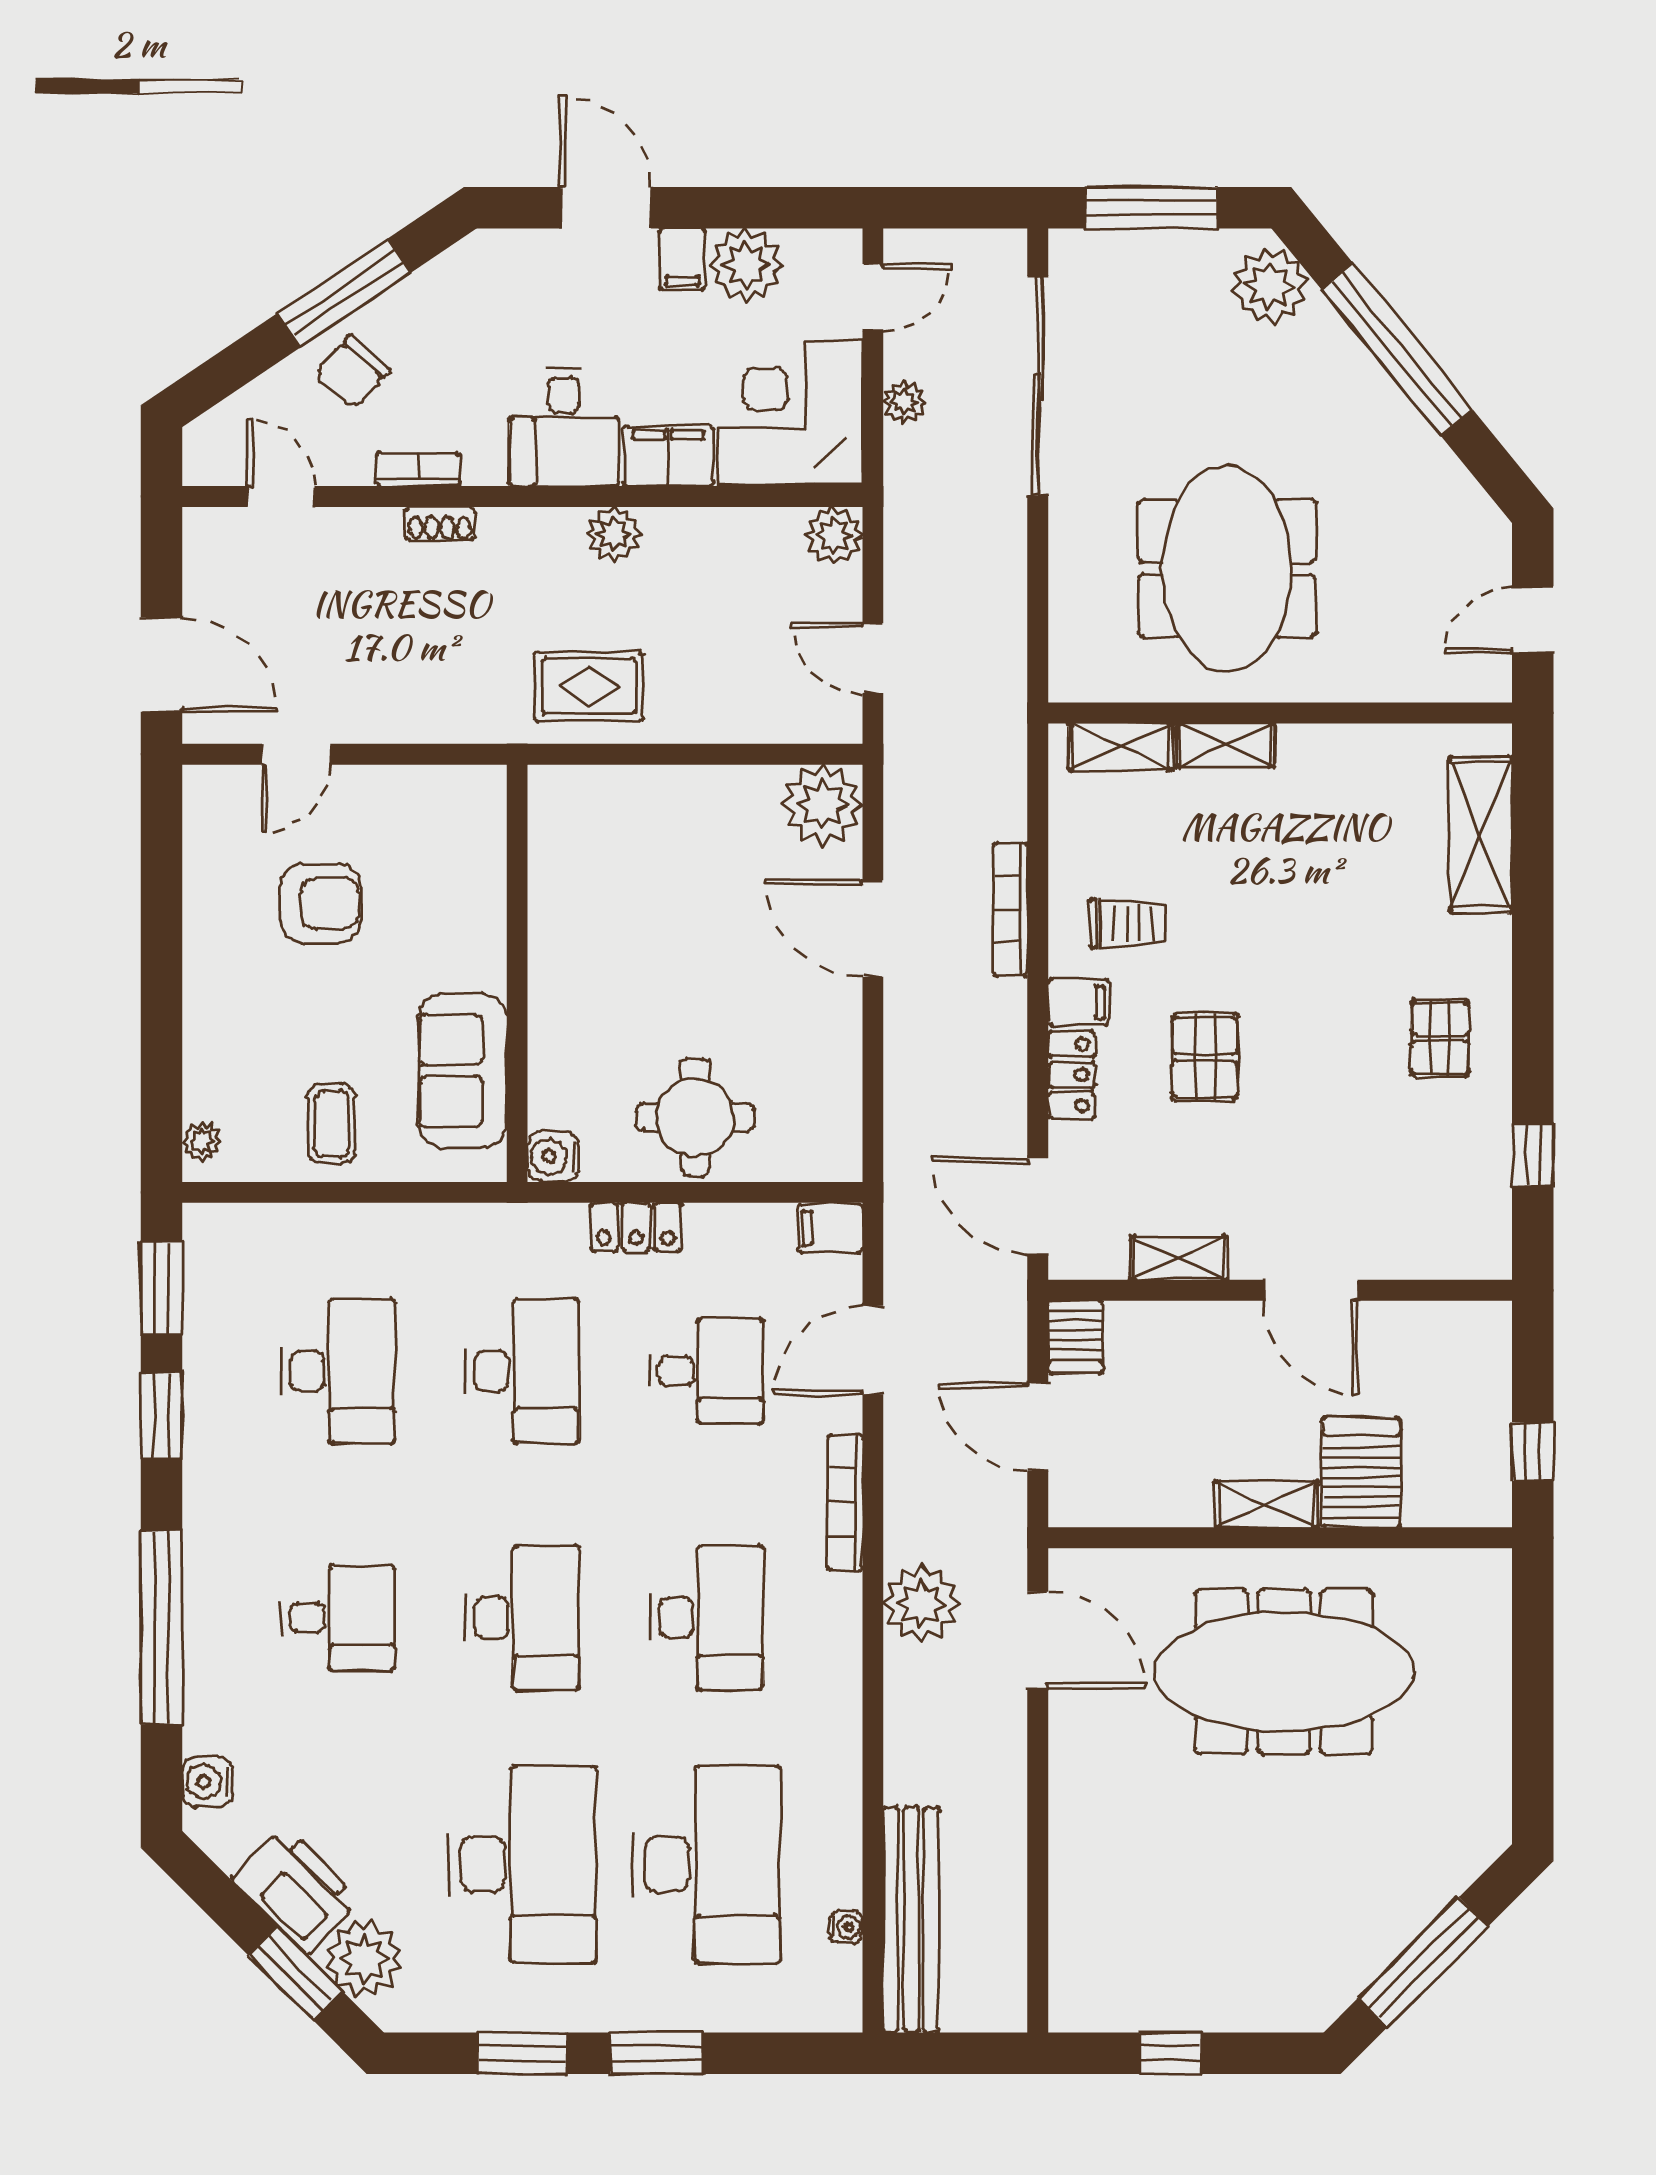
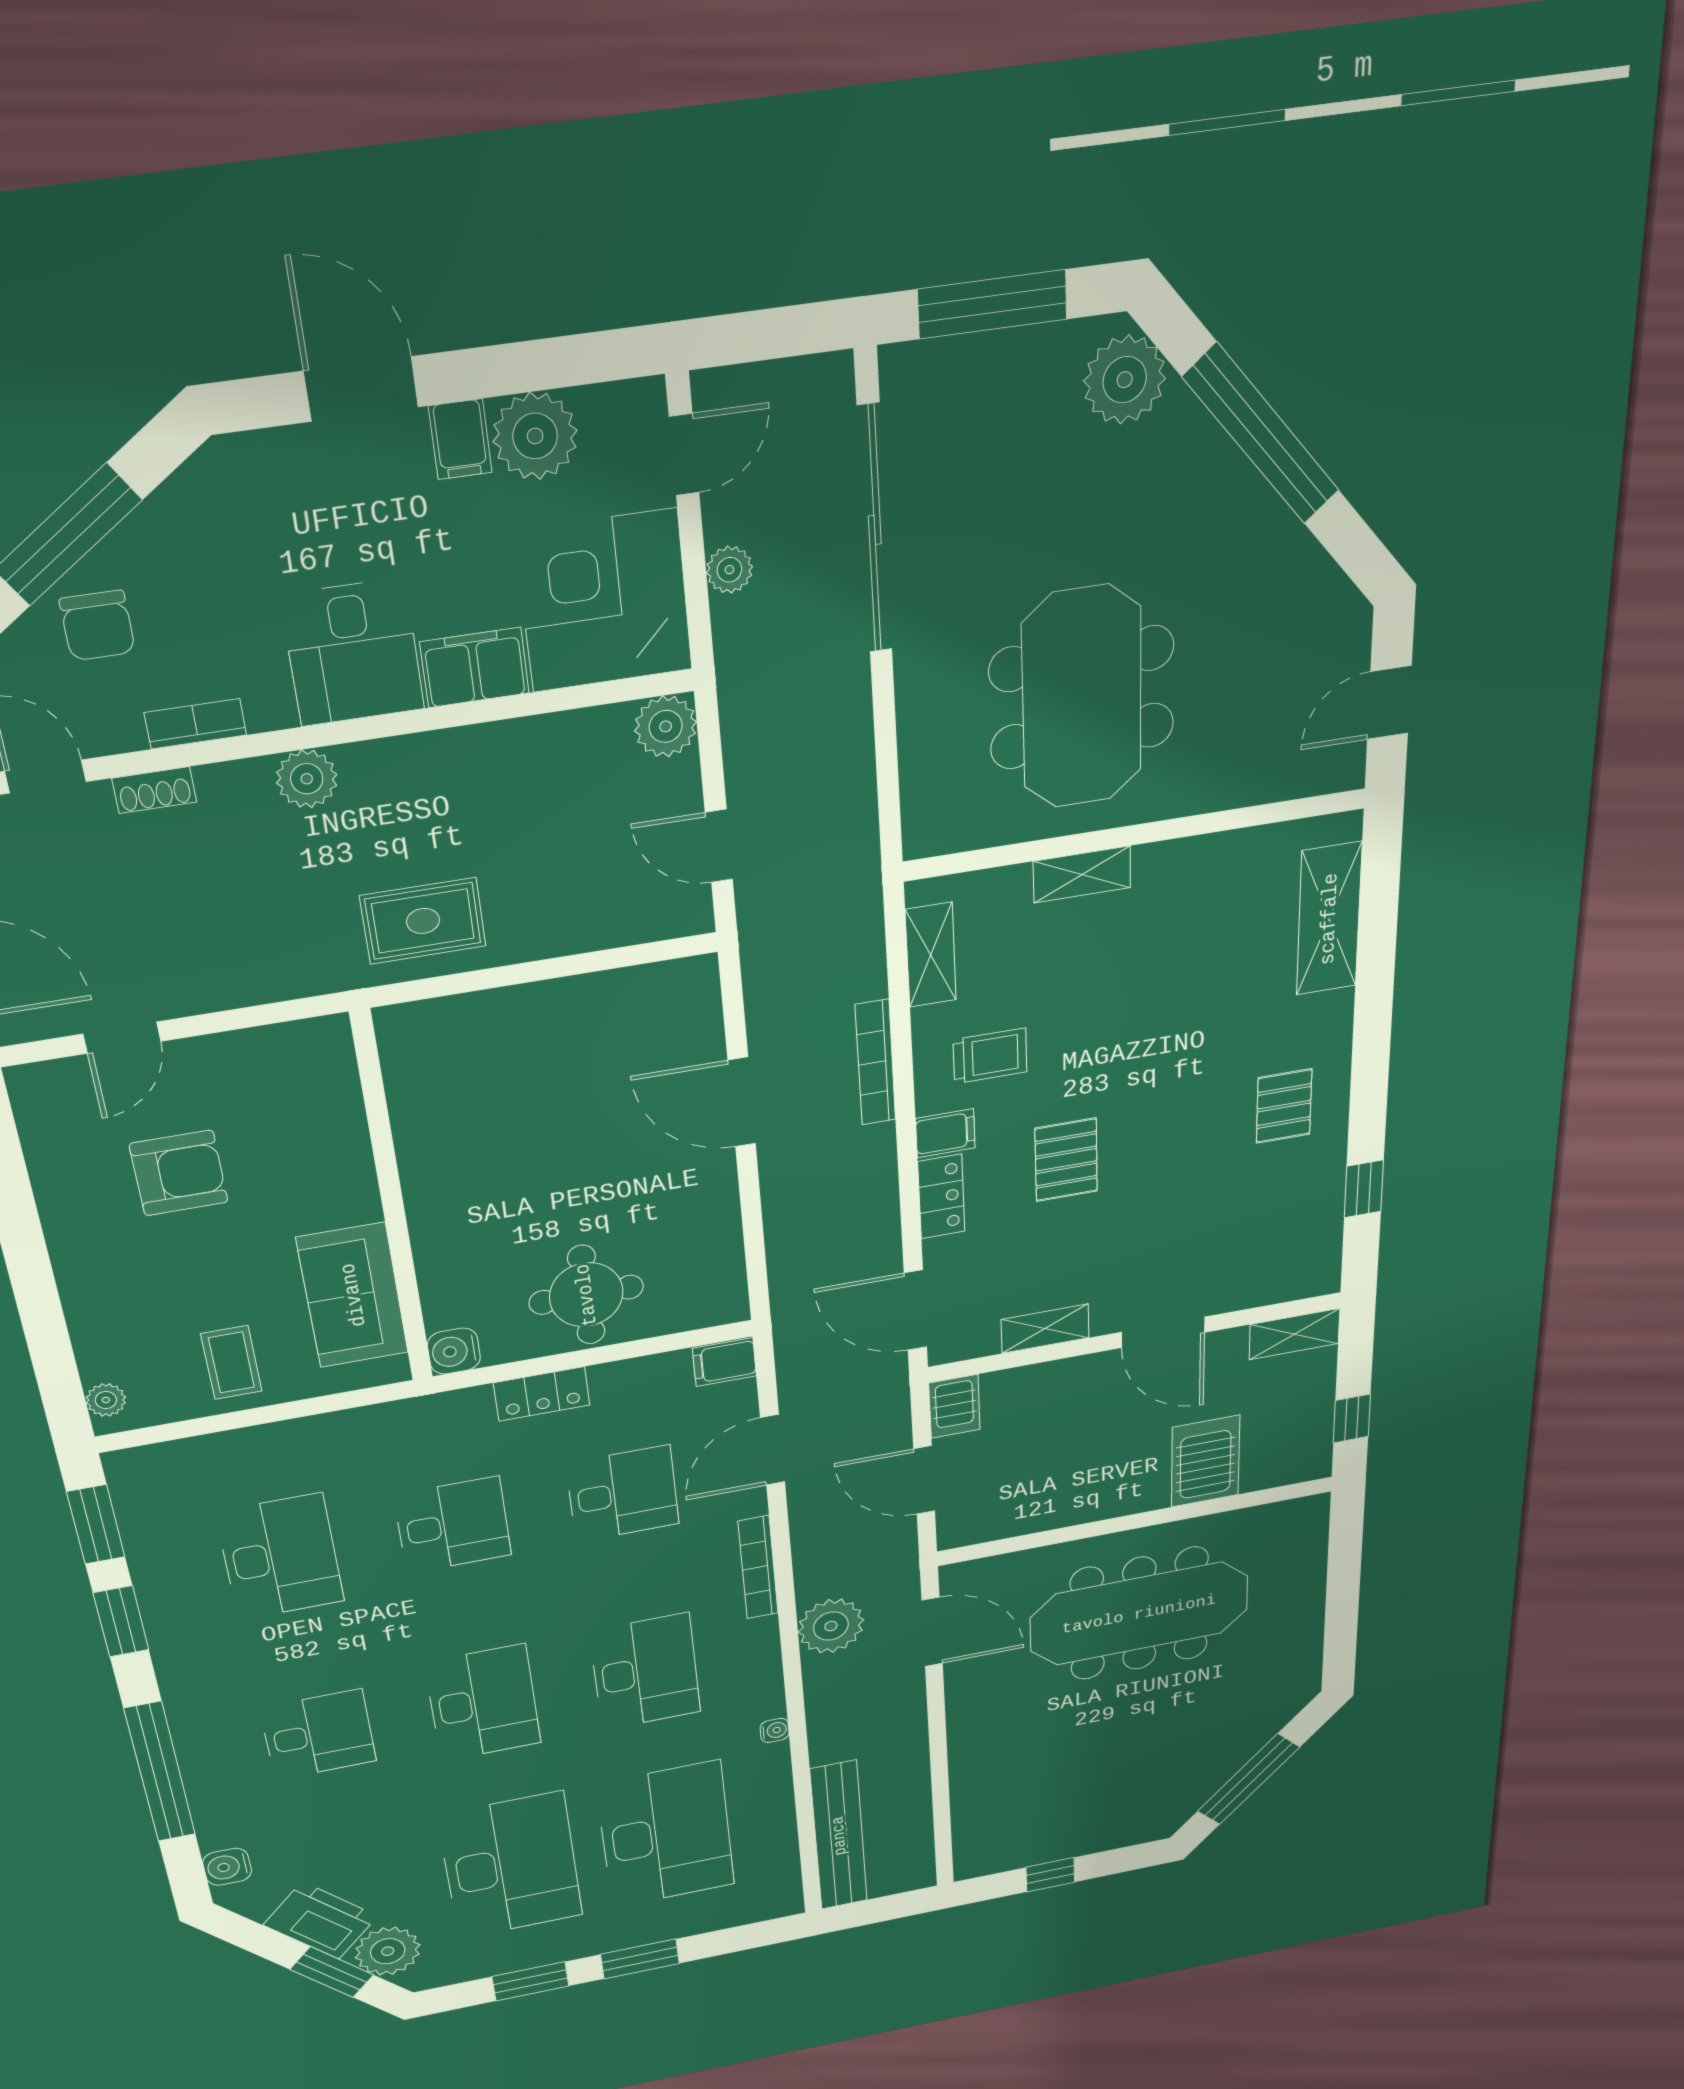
chair: (352, 372) -> (97, 626), turned -42
shoe rack: (440, 523) -> (154, 790), moved
plant: (614, 534) -> (307, 779), moved
shelving: (1121, 747) -> (931, 955), moved, turned 90
plant: (822, 805) -> (680, 997), removed
desk: (522, 1371) -> (453, 1525), width x0.73
shelving: (1266, 1504) -> (1294, 1334), moved
water cooler: (846, 1927) -> (775, 1730), moved

